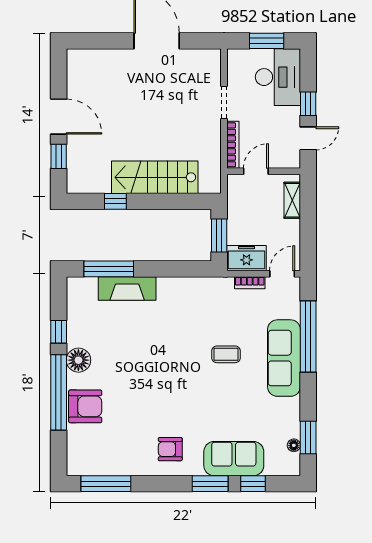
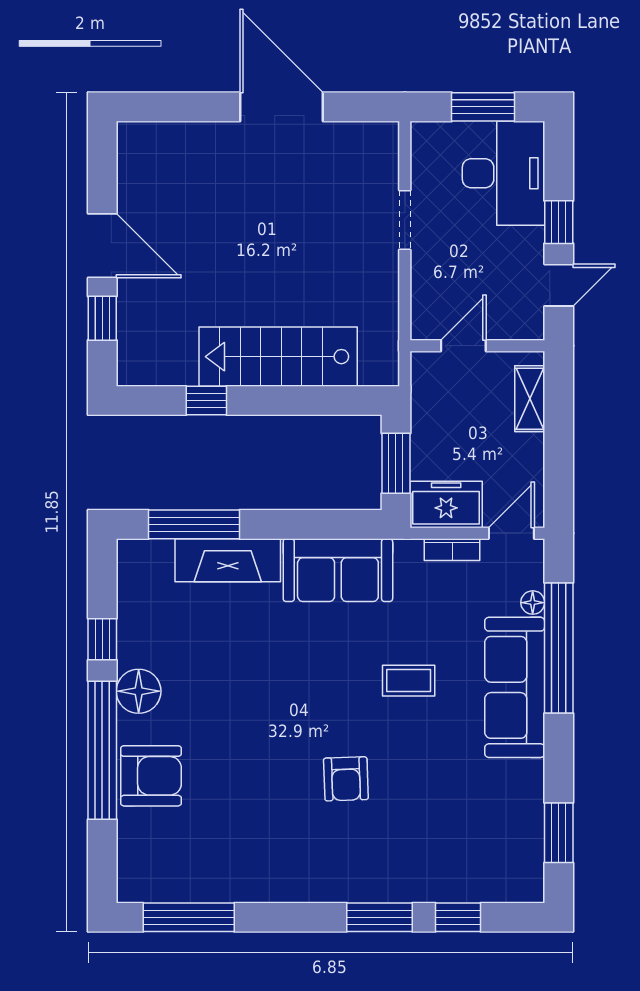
bookcase: (233, 145) -> (421, 297), removed
floor lamp: (294, 445) -> (533, 603), moved
armchair: (170, 449) -> (346, 779), moved, turned -92
sofa: (234, 459) -> (338, 570), moved, turned 180

